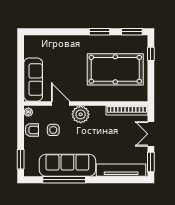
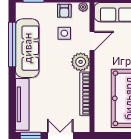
bookcase: (127, 110) -> (85, 94), moved

